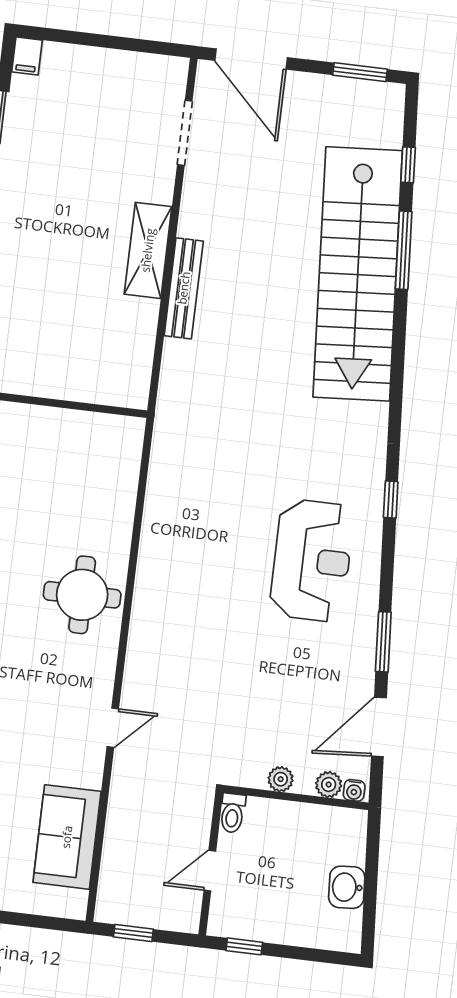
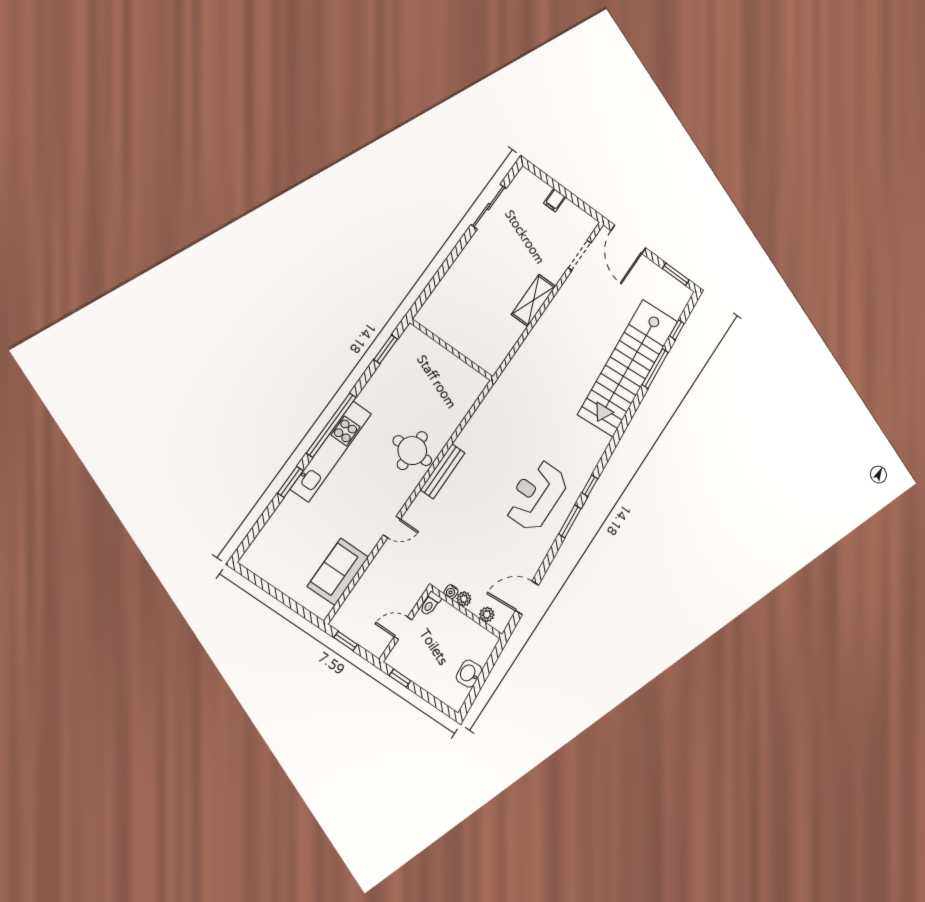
filing cabinet: (27, 56) -> (555, 200), moved
bench: (184, 288) -> (443, 471), moved
reception desk: (312, 560) -> (536, 495), turned 180
window: (383, 642) -> (570, 521), moved
water cooler: (354, 790) -> (451, 592), moved

